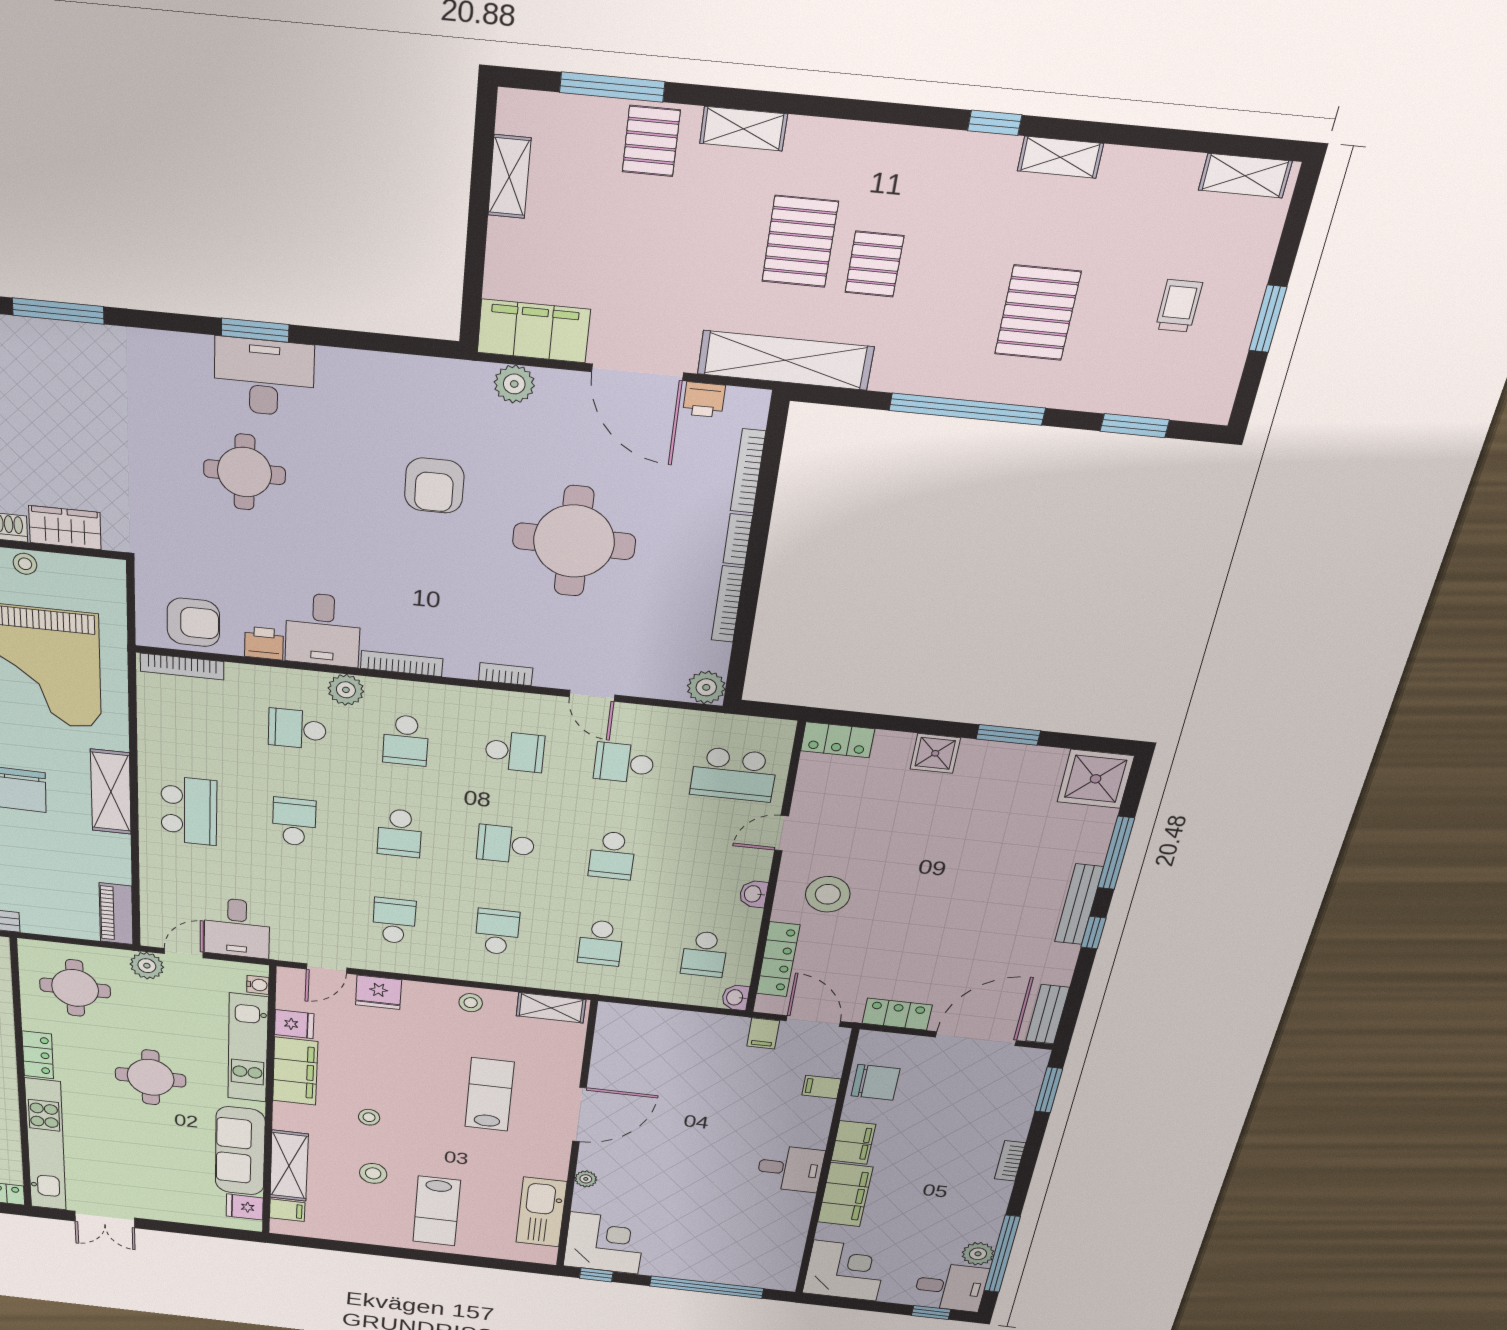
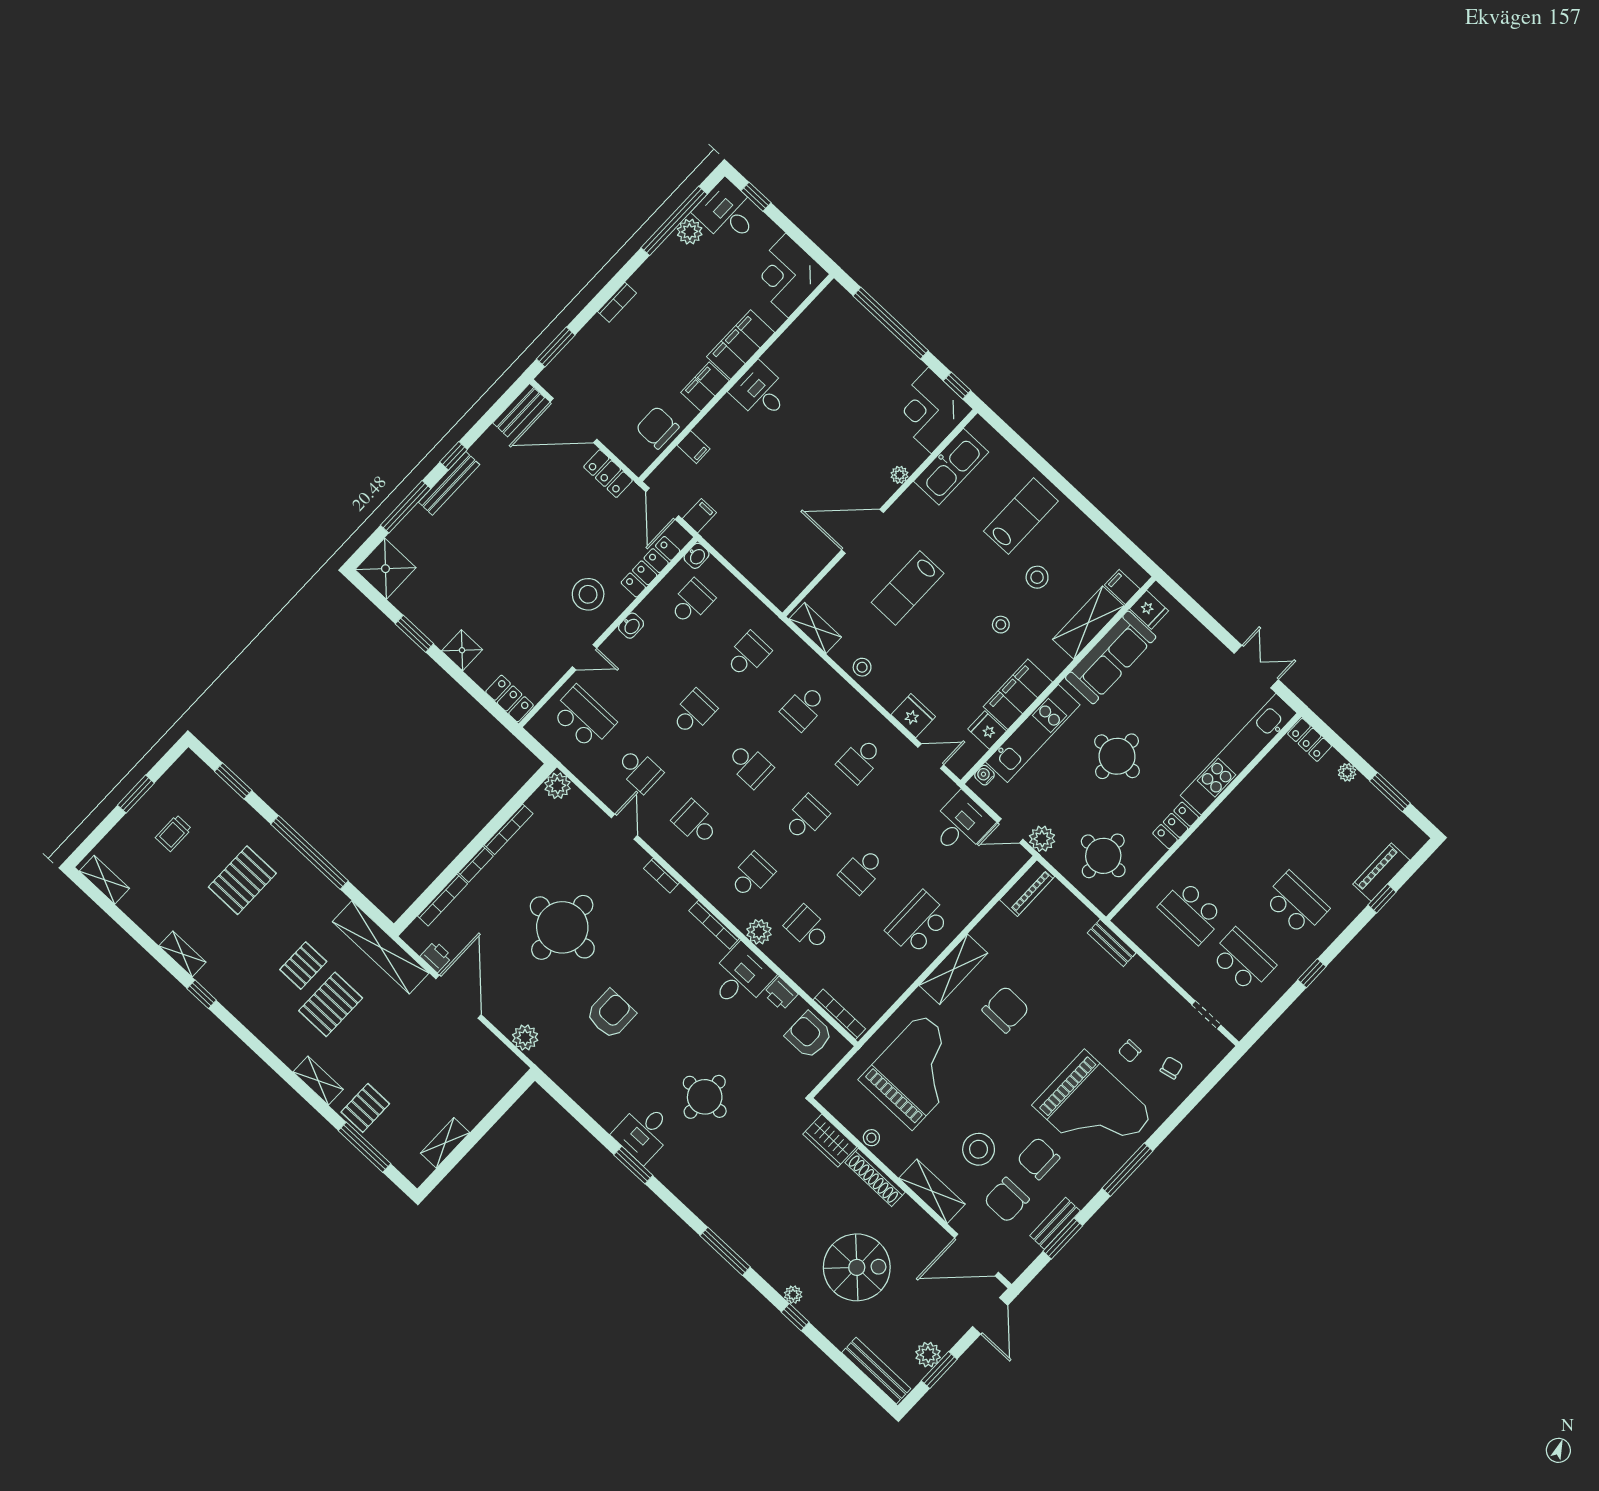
filing cabinet: (534, 331) -> (494, 1058), removed
desk: (264, 377) -> (644, 1132), width x0.73
school desk: (297, 729) -> (808, 928), turned 180

